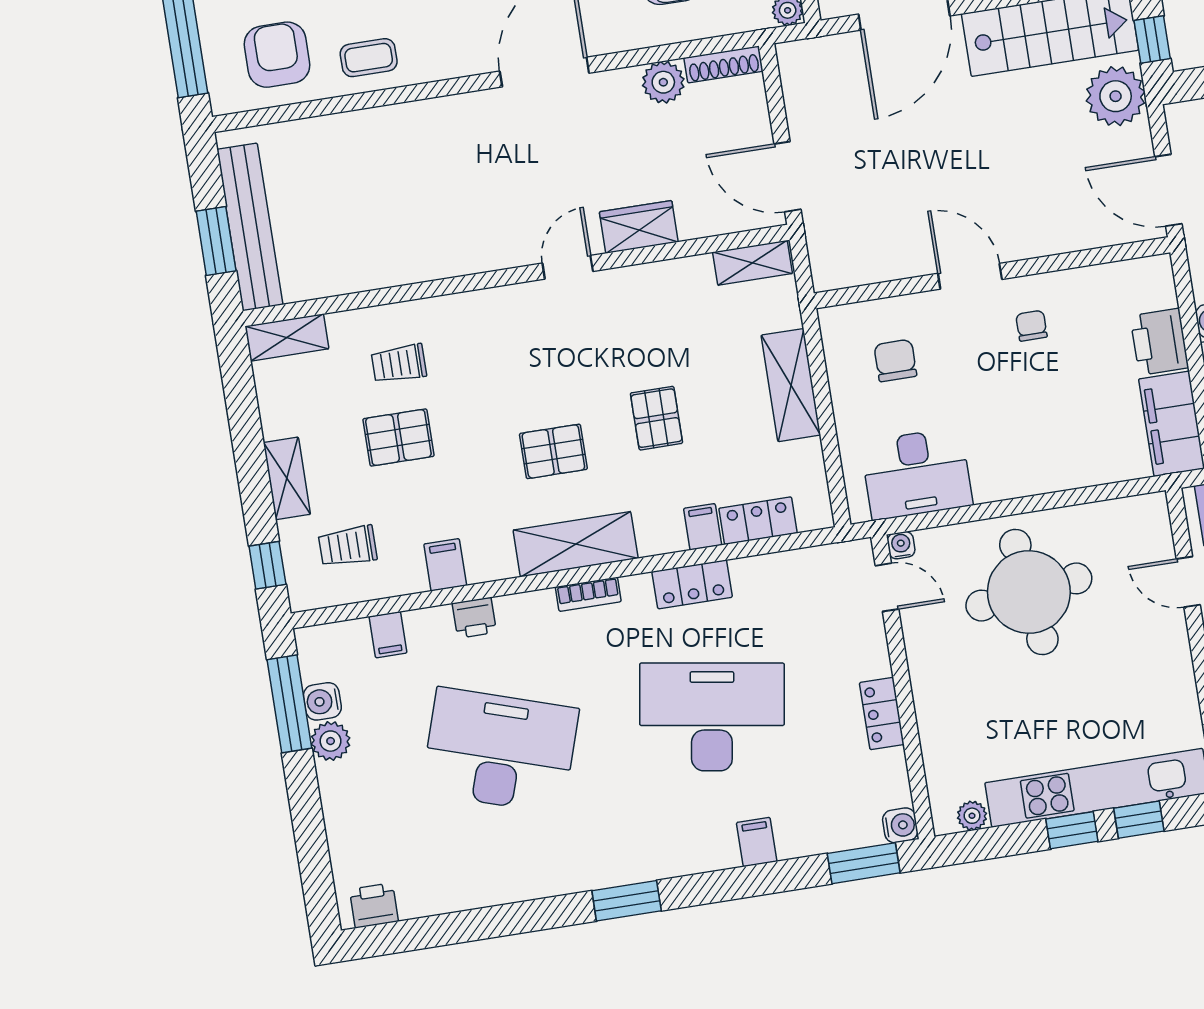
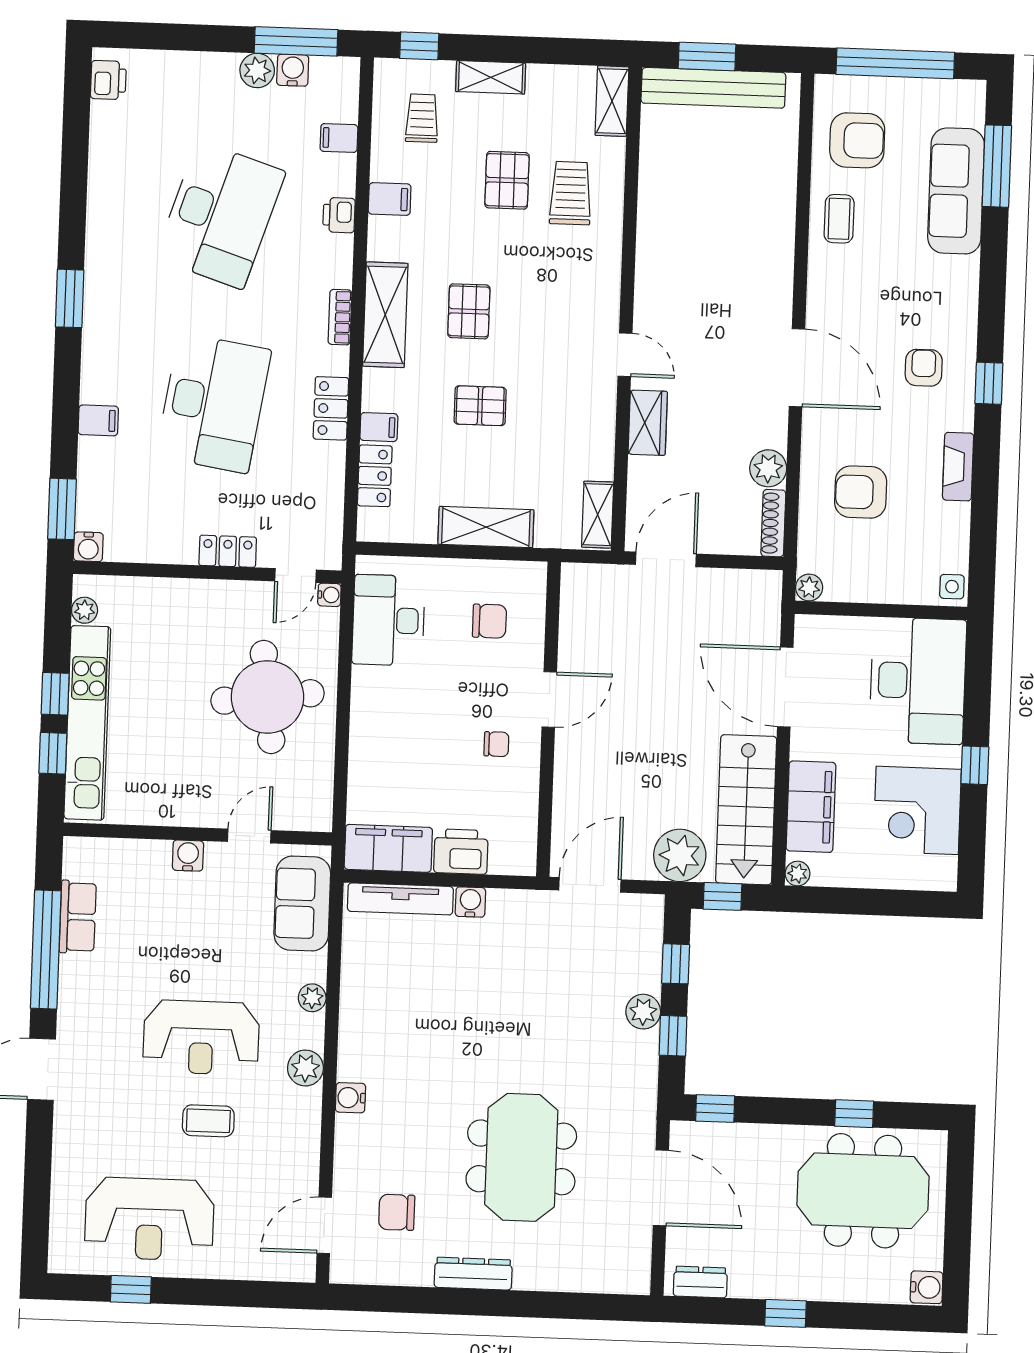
trolley: (399, 364) -> (571, 193), width x1.36, depth x1.39
locker: (882, 714) -> (228, 551), moved

